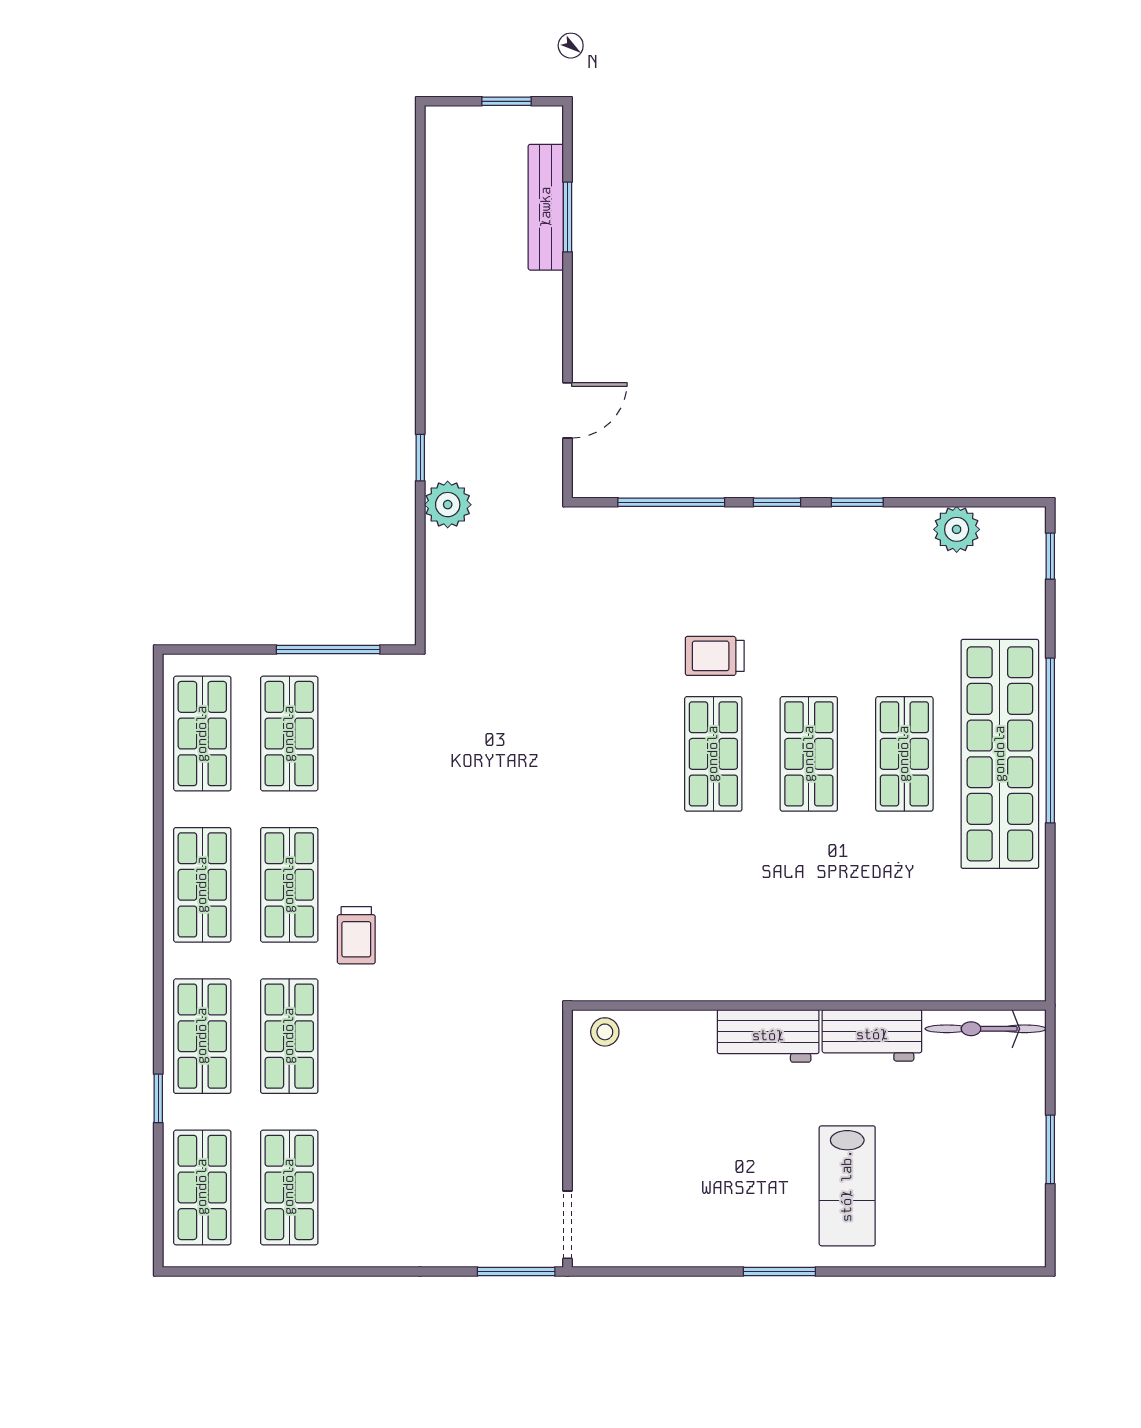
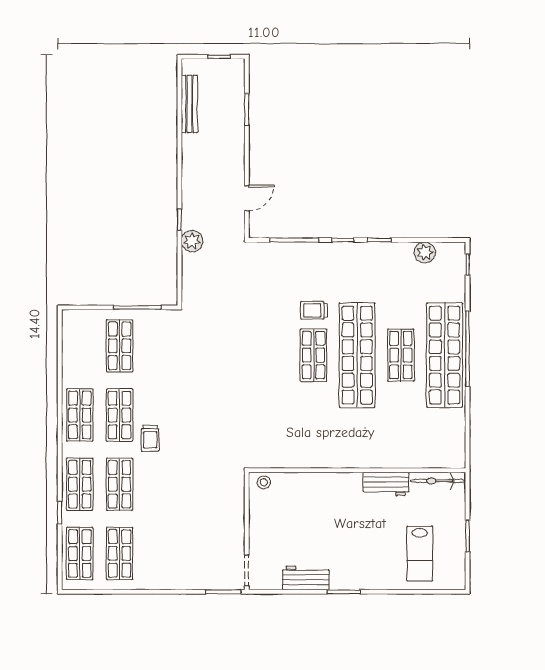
bench: (546, 207) -> (189, 104), moved
shop shelf: (202, 734) -> (80, 346), removed
shop shelf: (809, 754) -> (357, 355), width x2.00, depth x1.36
workbench: (768, 1036) -> (306, 578), moved, turned 180
lab bench: (847, 1186) -> (420, 554), moved

